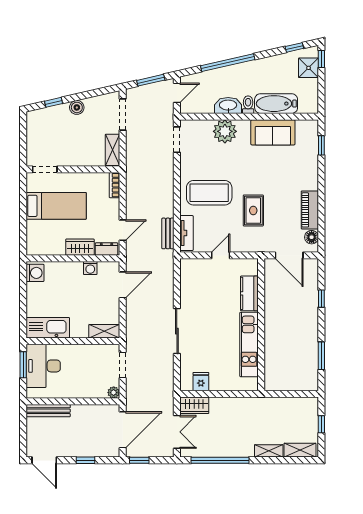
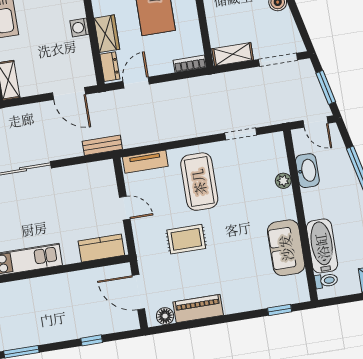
toilet: (248, 105) -> (326, 281), moved
washbasin: (228, 106) -> (307, 171), moved
plant: (225, 131) -> (283, 181), width x0.53, depth x0.53
doorway: (177, 140) -> (241, 134), moved
door: (123, 230) -> (136, 83), swing flipped
bench: (168, 233) -> (102, 145), moved
door: (289, 255) -> (138, 292), hinge flipped
washing machine: (90, 268) -> (79, 27), moved
kitchen counter: (249, 293) -> (101, 248), moved

